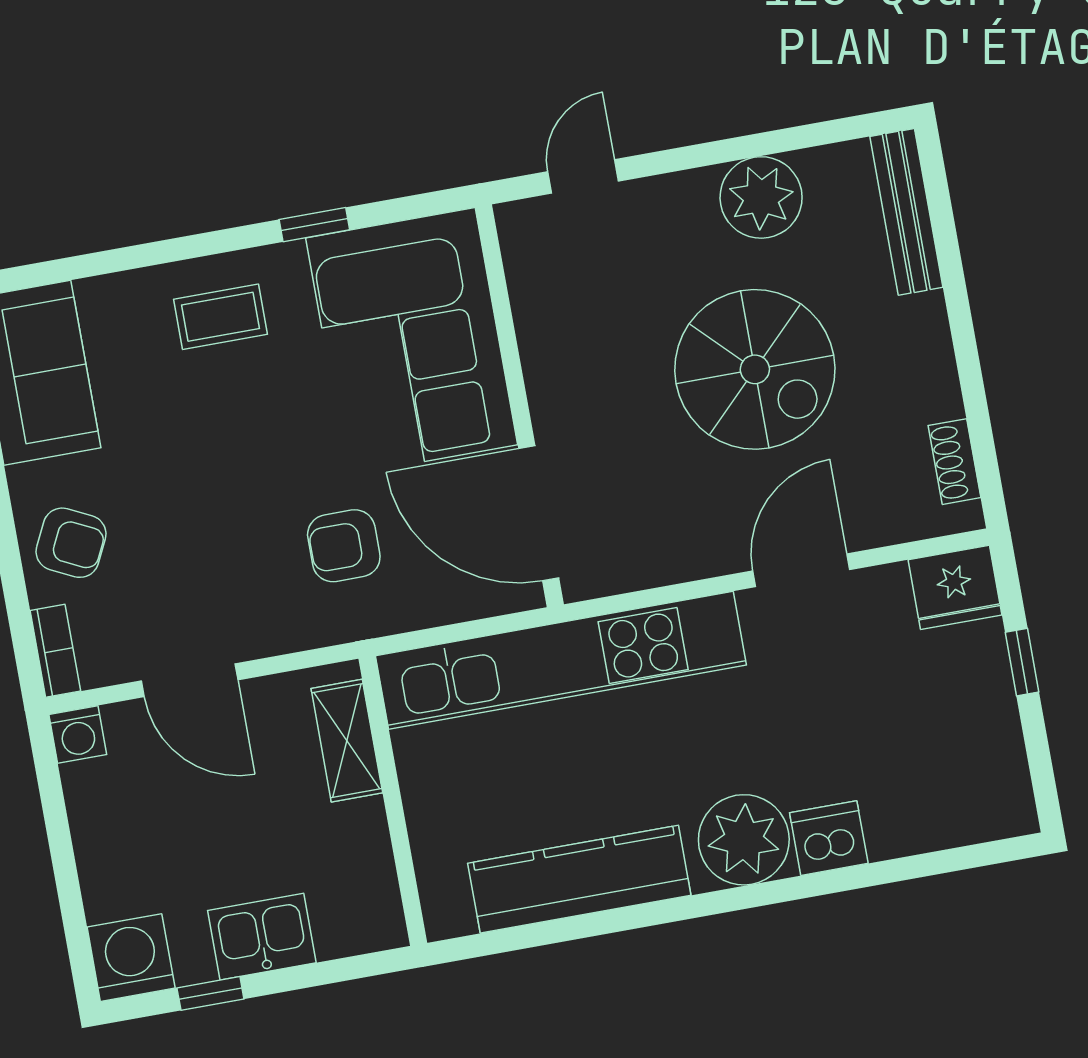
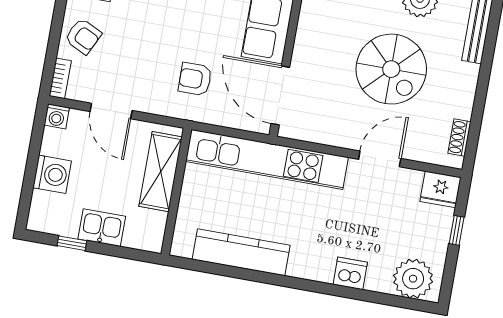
shelving: (347, 741) -> (161, 172), width x1.50, depth x1.33
plant: (744, 840) -> (413, 279), moved
washing machine: (131, 958) -> (52, 174), moved, turned 90

